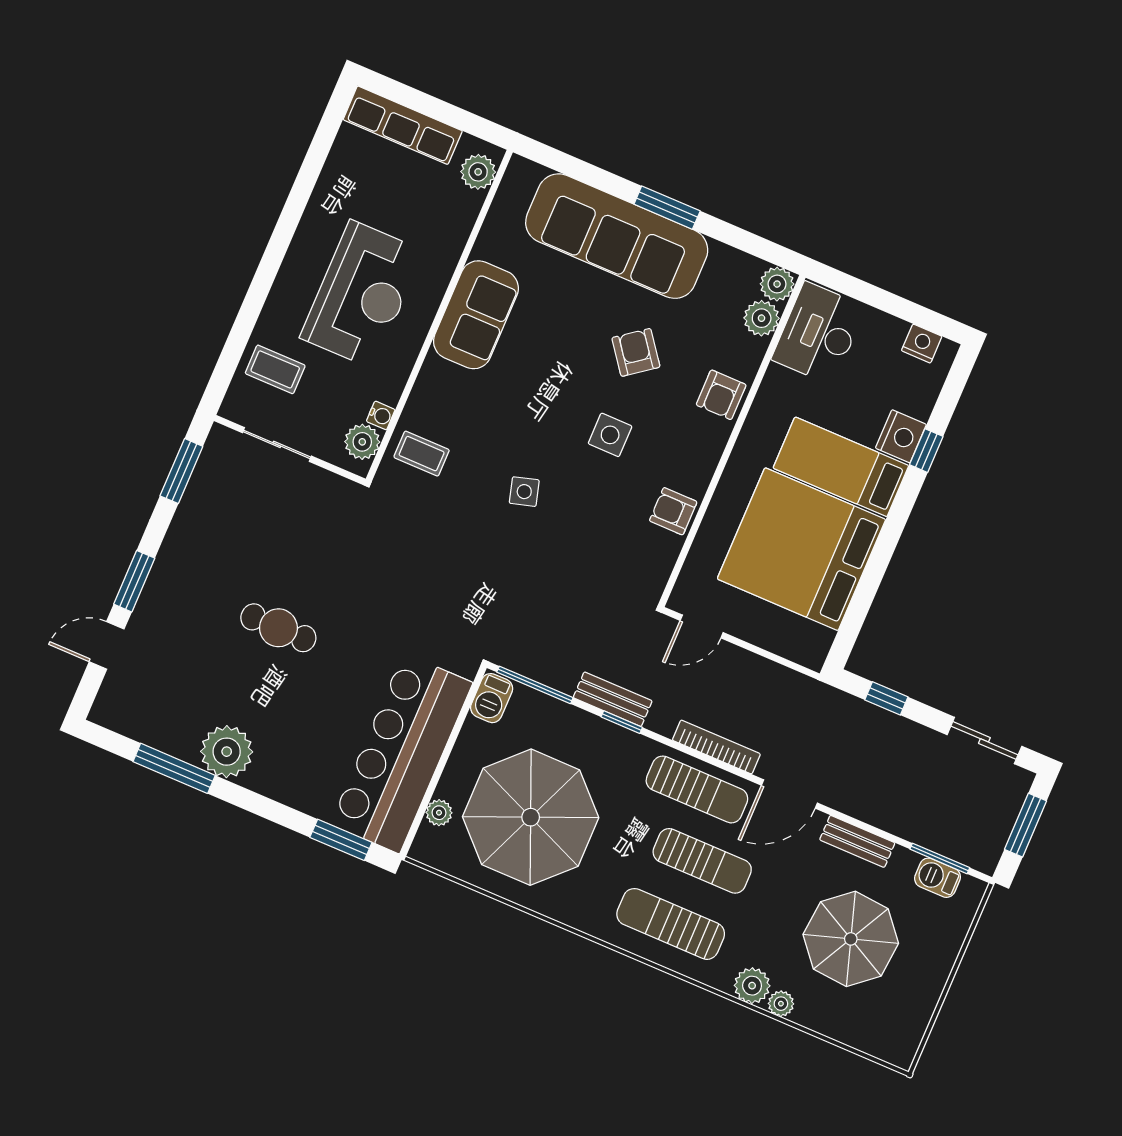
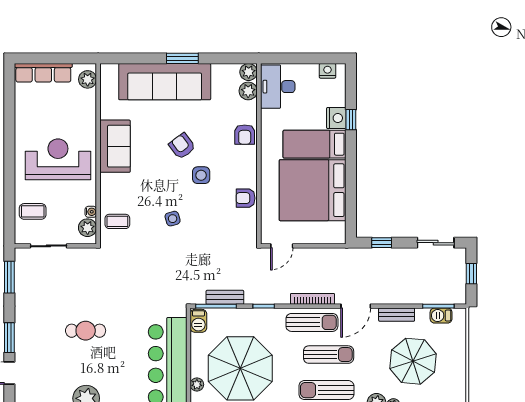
reception desk: (362, 294) -> (58, 159), turned -90
armchair: (636, 352) -> (182, 146), moved
bench: (613, 699) -> (225, 297), moved
window: (1025, 825) -> (471, 274), width x0.67

